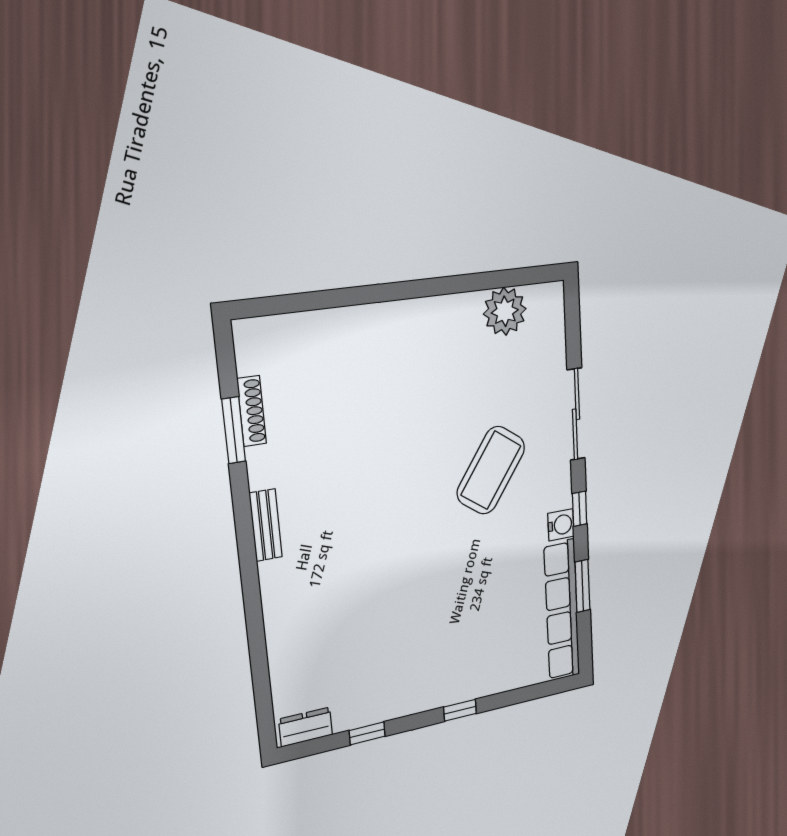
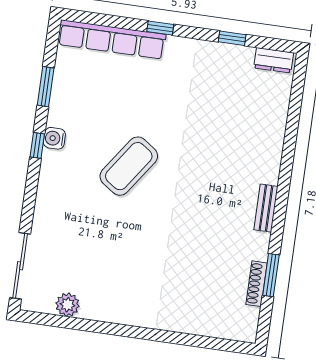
plant: (505, 311) -> (68, 305), width x0.73, depth x0.73
sliding door: (576, 414) -> (20, 266), moved
coffee table: (491, 470) -> (129, 166), moved
row of seats: (562, 610) -> (112, 39), moved, turned 90

